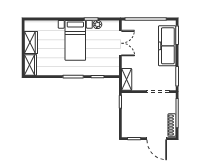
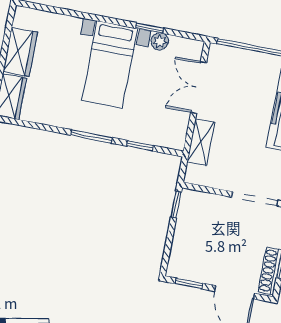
double door: (120, 43) -> (199, 87), swing flipped
shelving: (127, 79) -> (201, 142), moved

